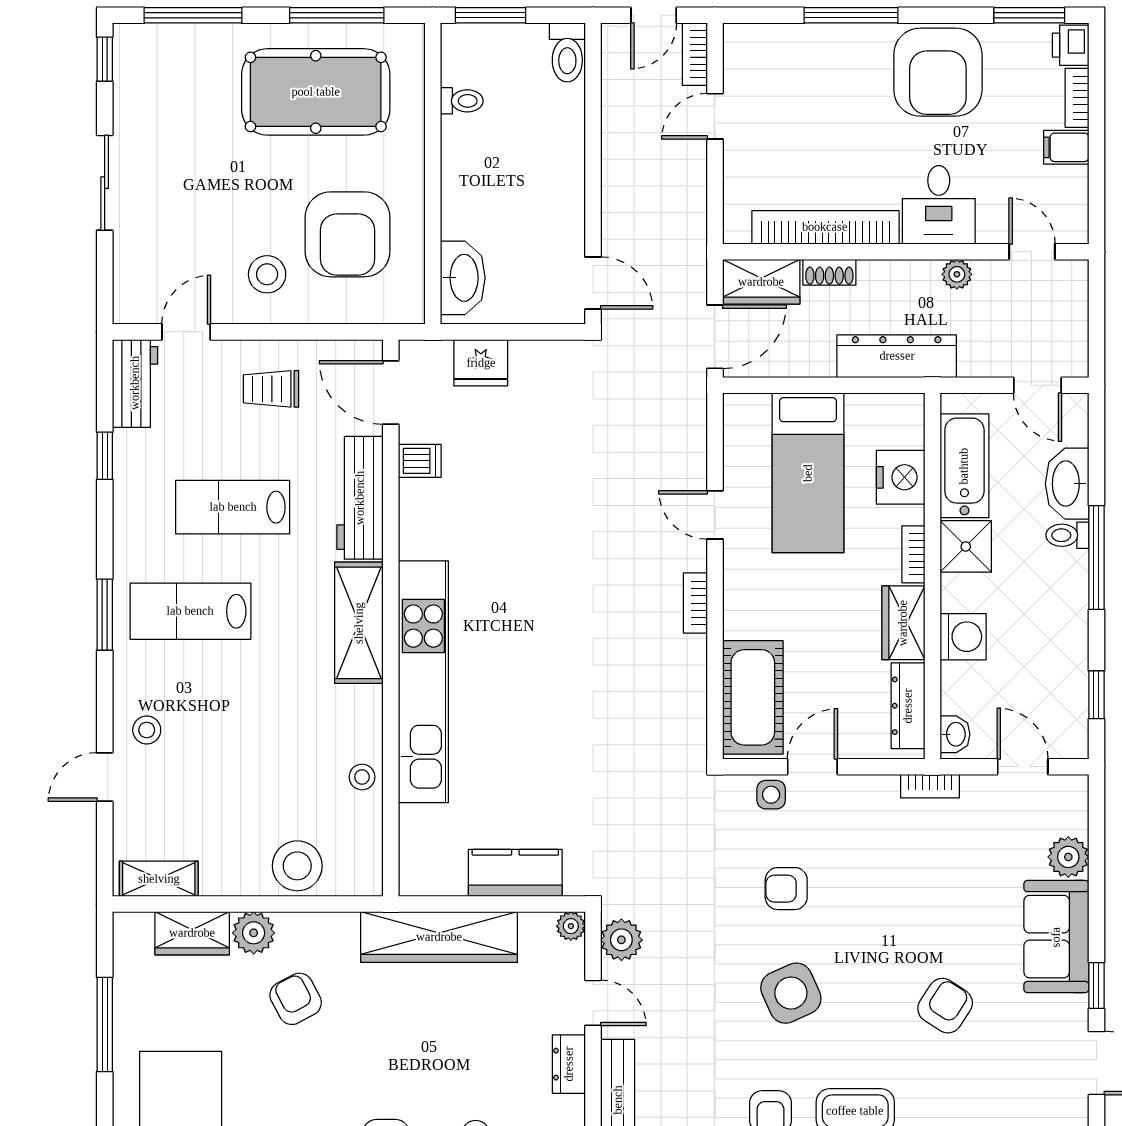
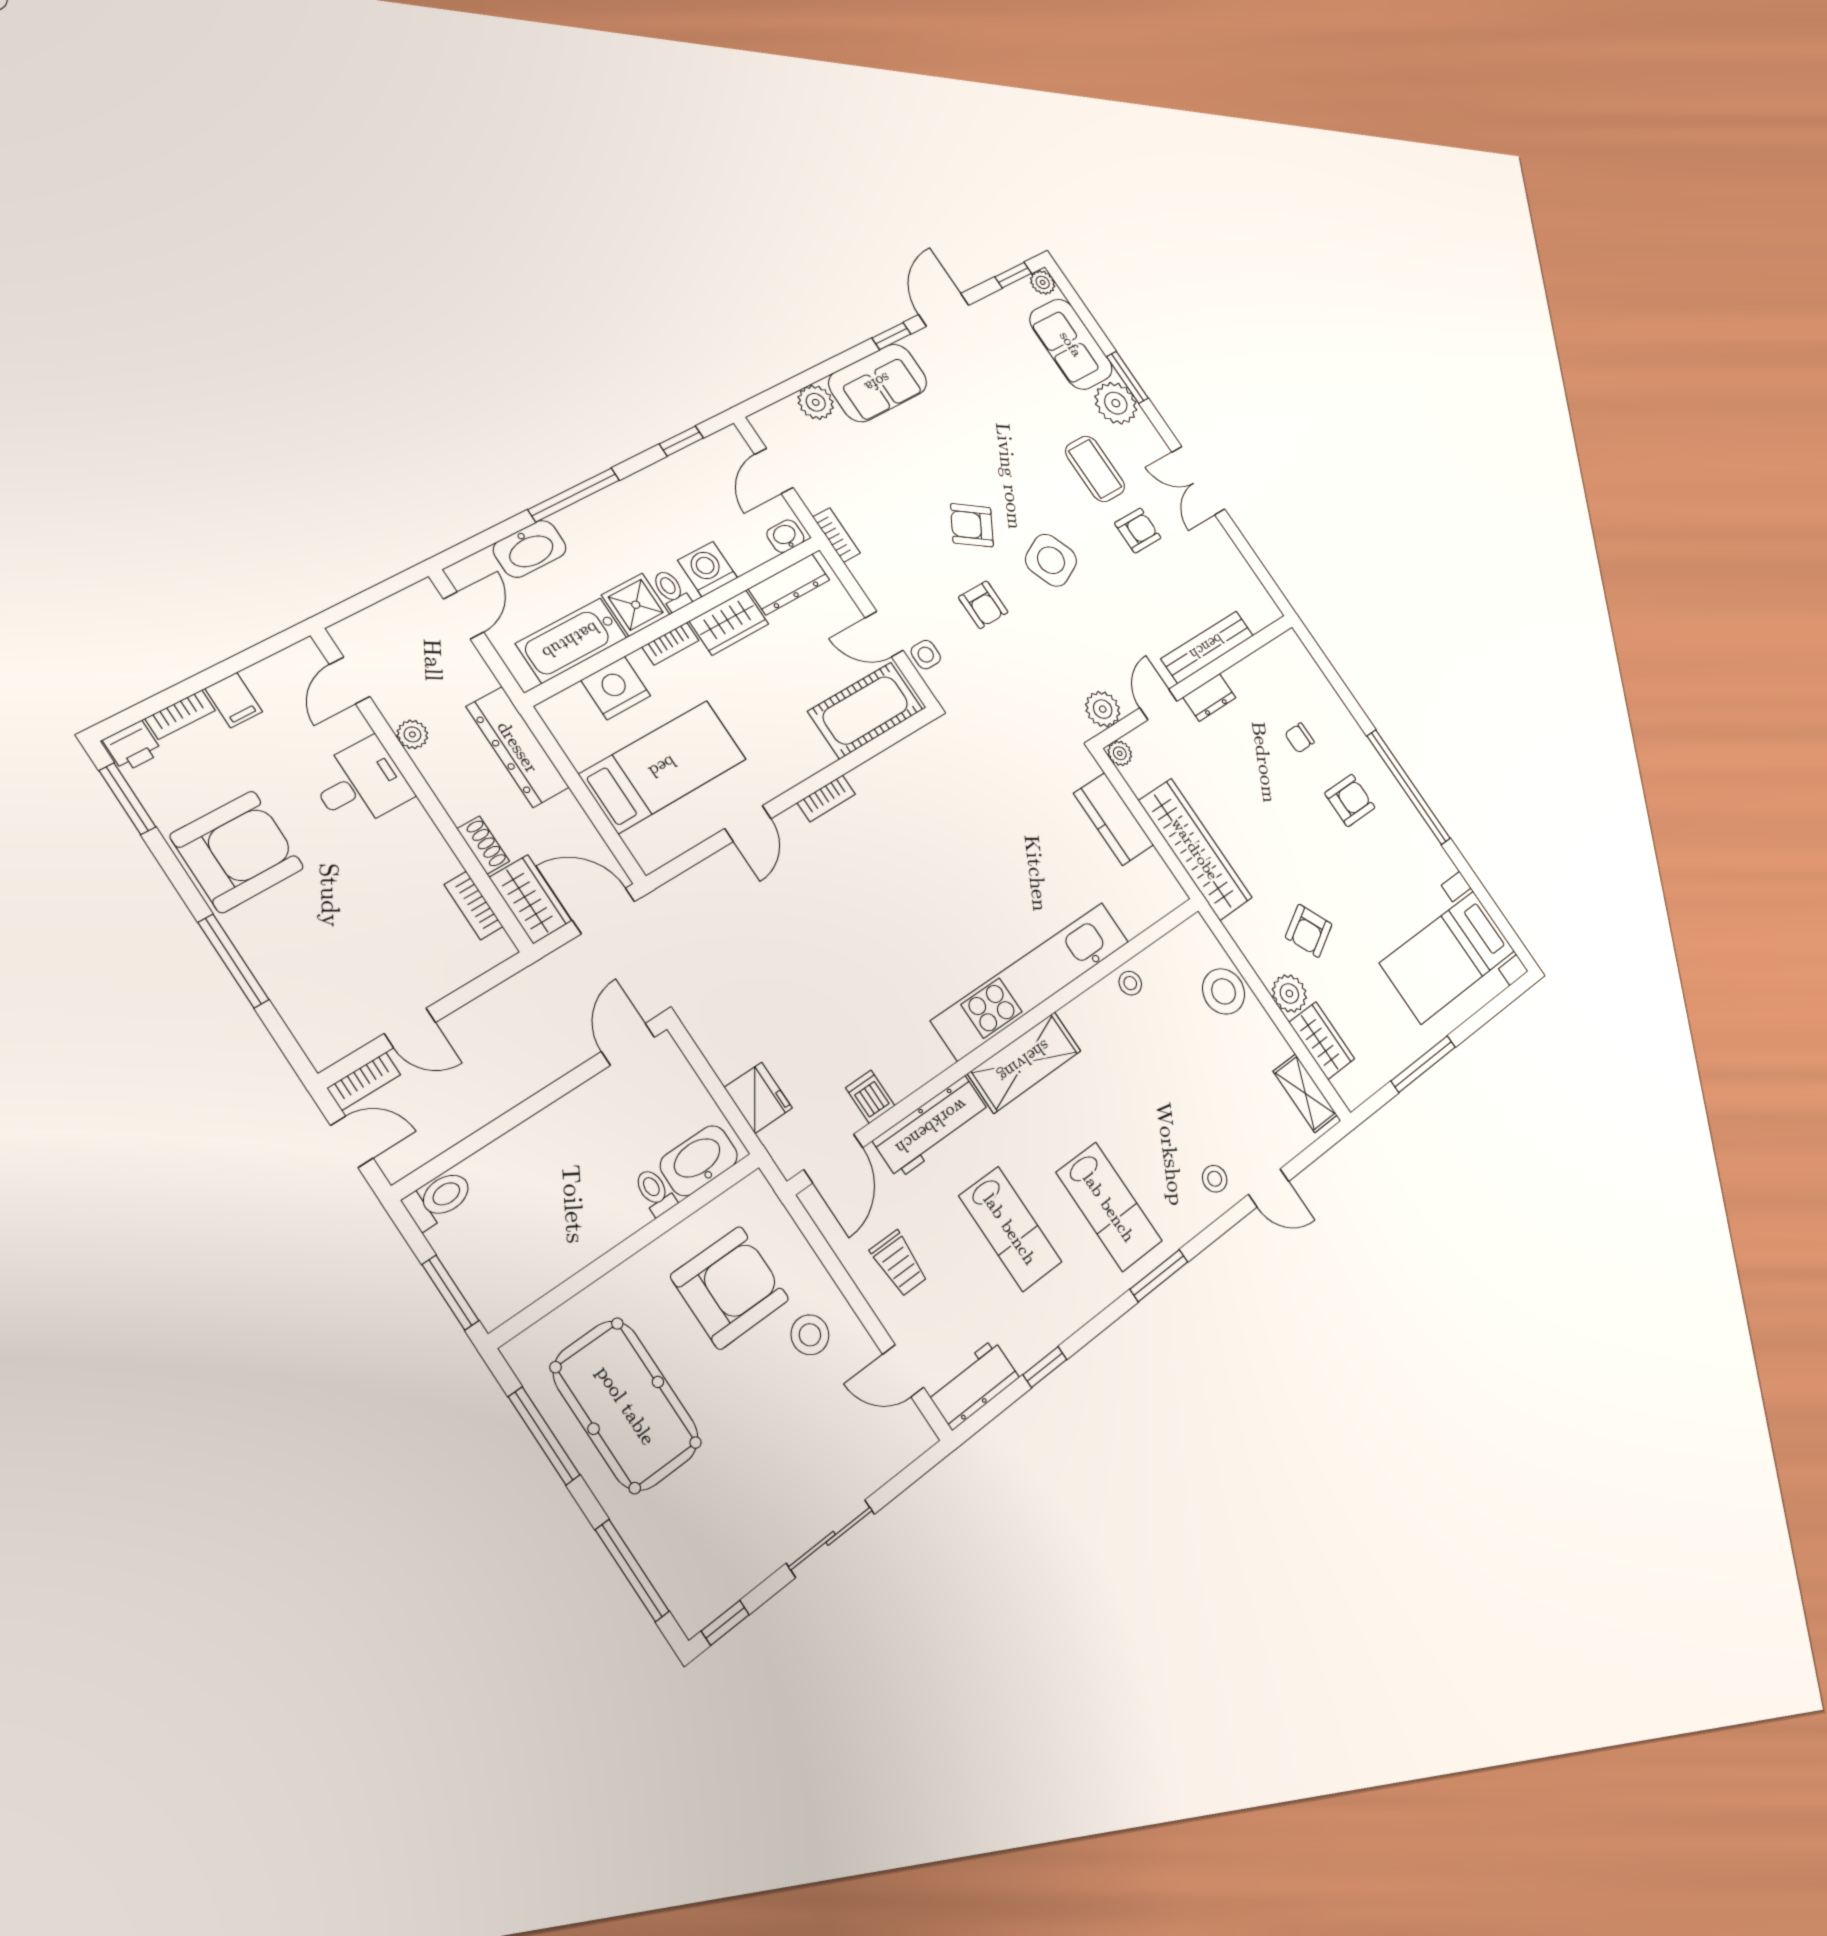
toilet: (462, 101) -> (655, 1192), moved
bookcase: (825, 227) -> (474, 906), width x0.43, depth x0.76
toilet: (1067, 535) -> (671, 590), moved, turned 180
armchair: (945, 1006) -> (972, 525), moved

